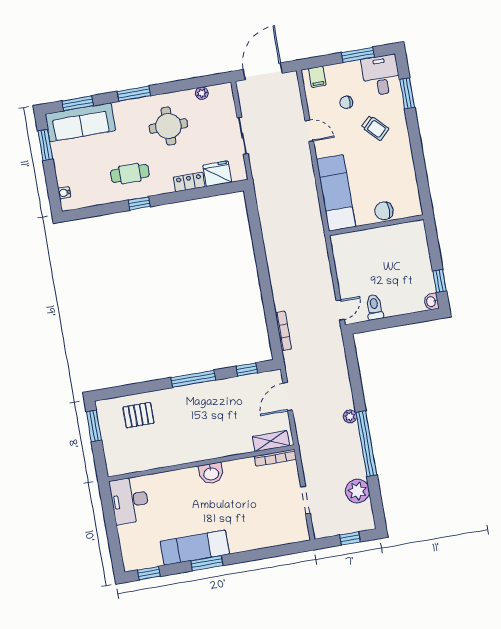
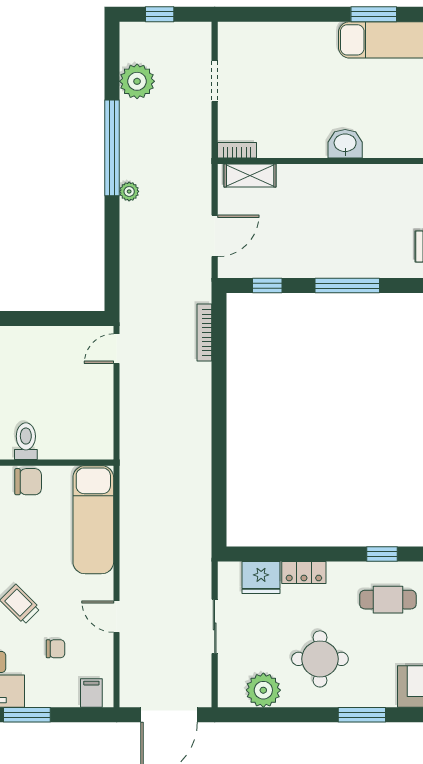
plant: (202, 93) -> (263, 690), width x1.88, depth x1.88
toilet: (374, 307) -> (26, 441), moved, turned 180
bookcase: (275, 458) -> (237, 150), width x0.64

